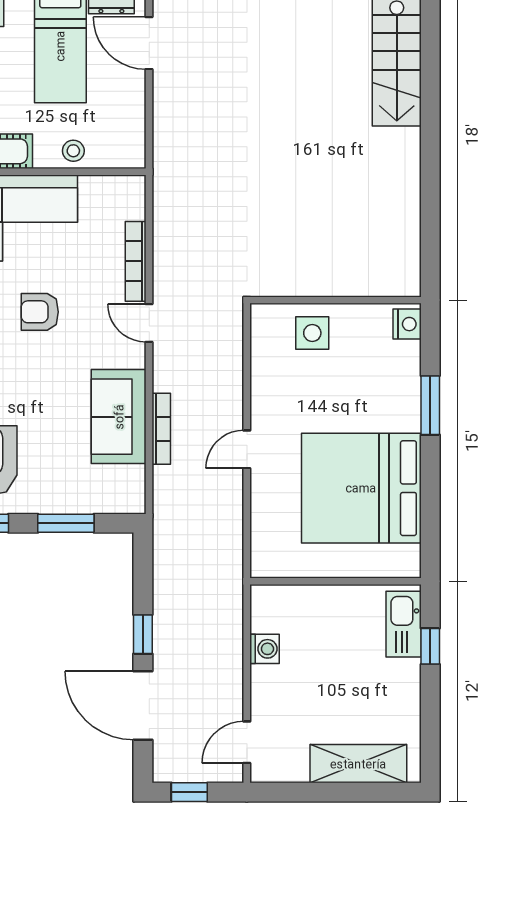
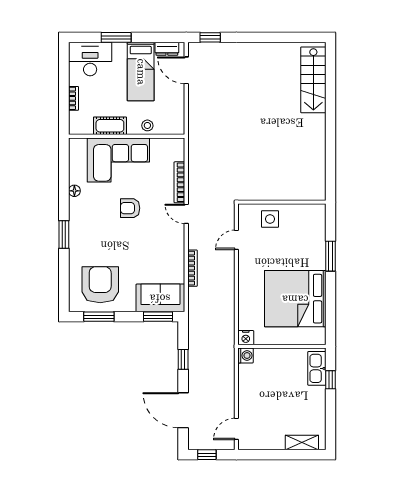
nightstand: (407, 324) -> (246, 338), moved, turned 90
sofa: (119, 417) -> (160, 298), moved, turned 90
door: (247, 449) -> (236, 240), moved
window: (66, 523) -> (158, 317), moved
window: (143, 634) -> (183, 359), moved
washing machine: (265, 649) -> (245, 356), moved
shelving: (358, 764) -> (302, 442), width x0.67, depth x0.75

